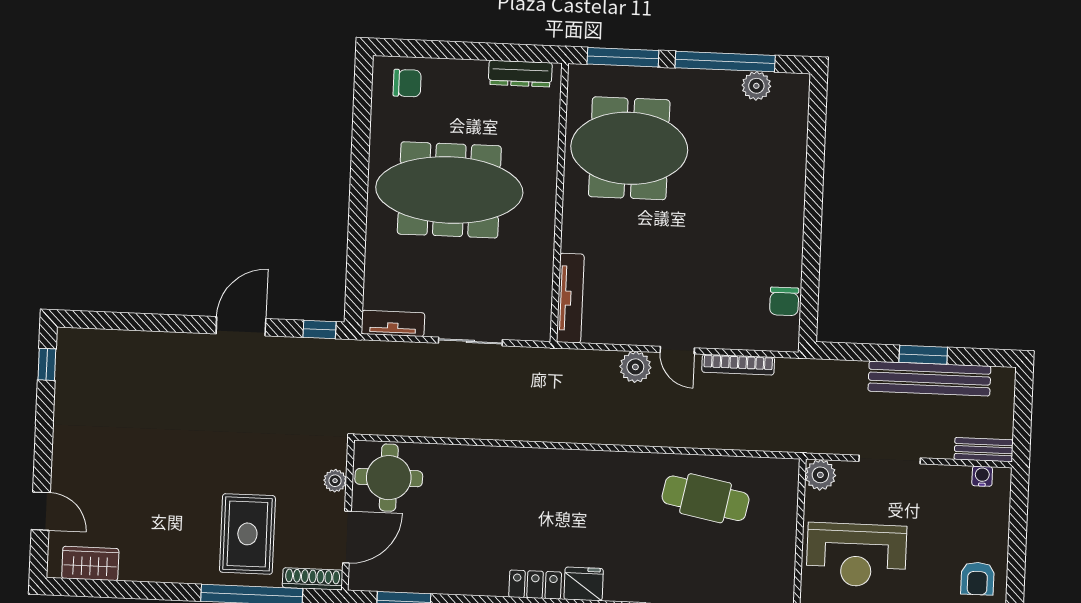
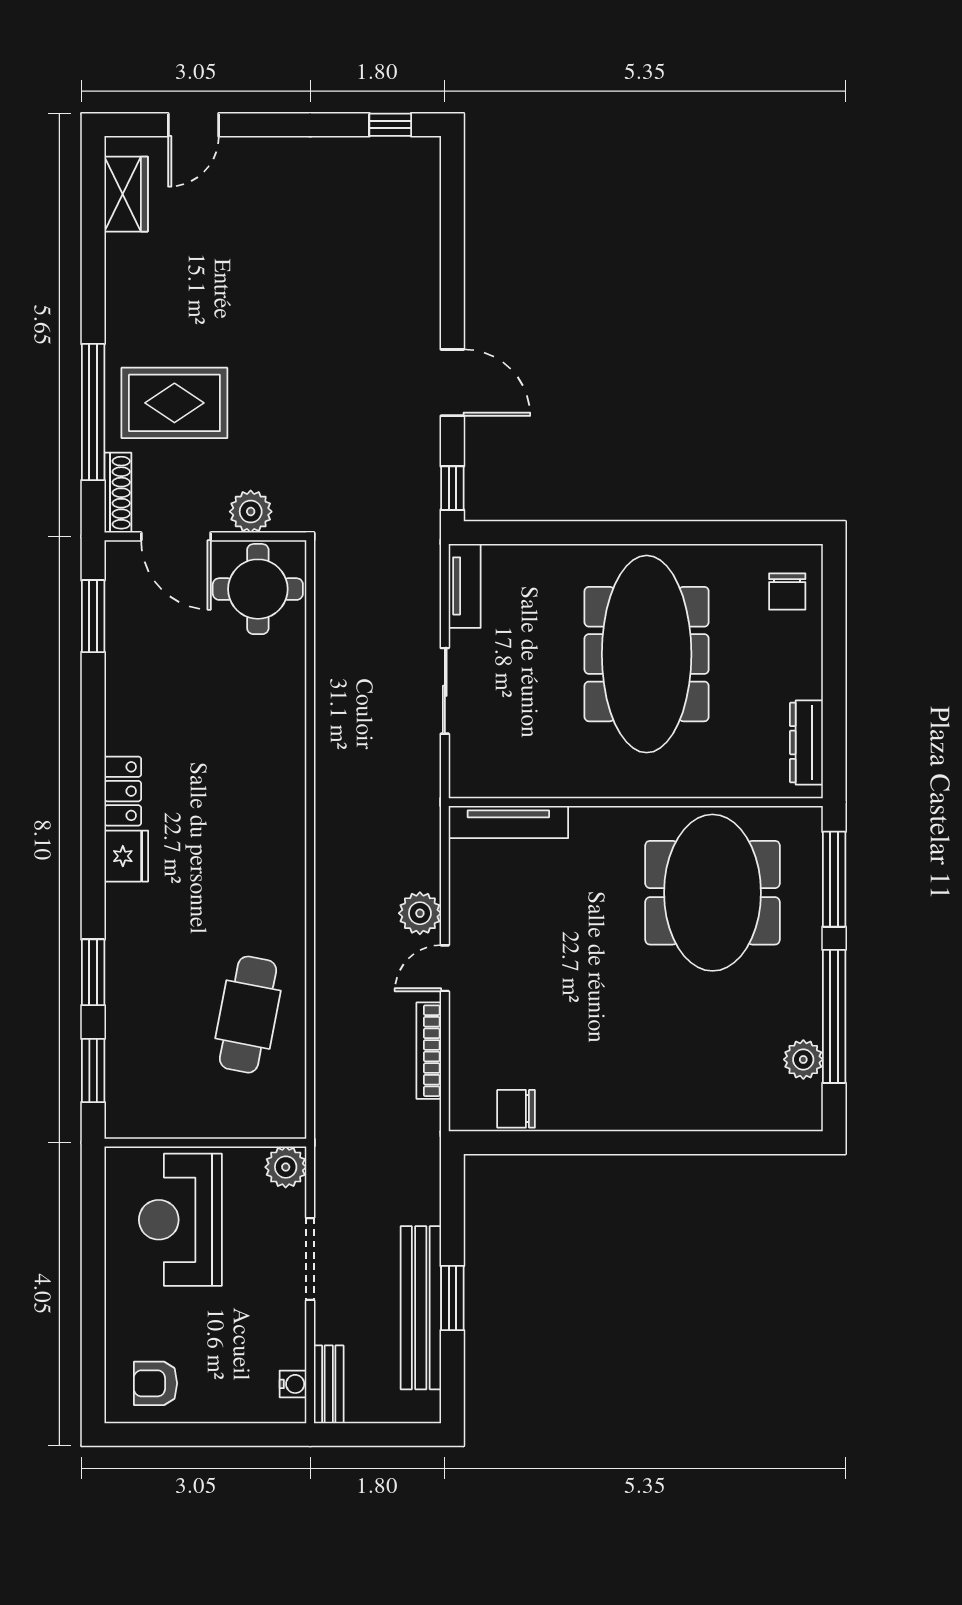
plant: (335, 481) -> (251, 512), width x1.38, depth x1.38

